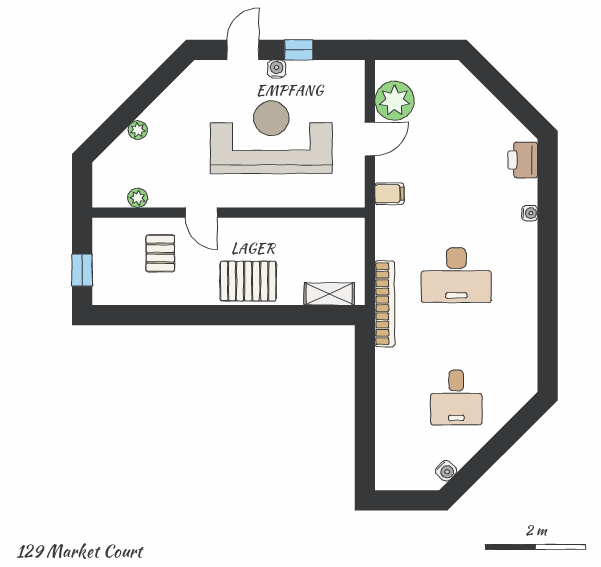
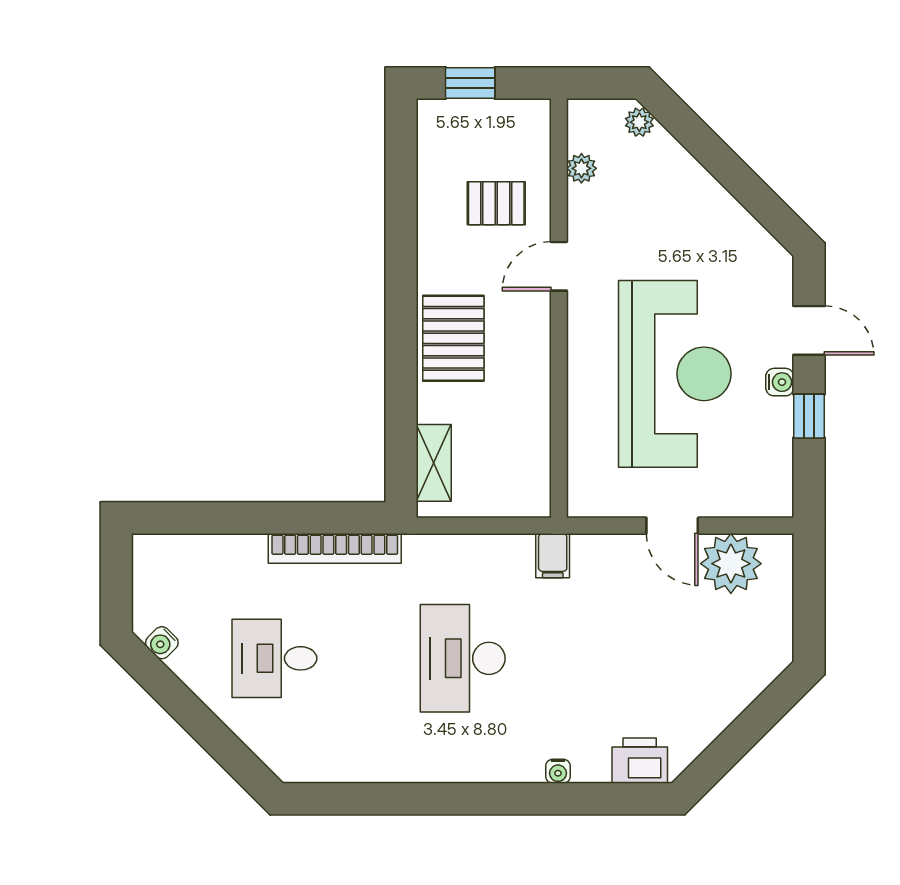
plant: (138, 130) -> (639, 122), moved
filing cabinet: (389, 194) -> (553, 556), moved
bookcase: (385, 304) -> (335, 548), moved

